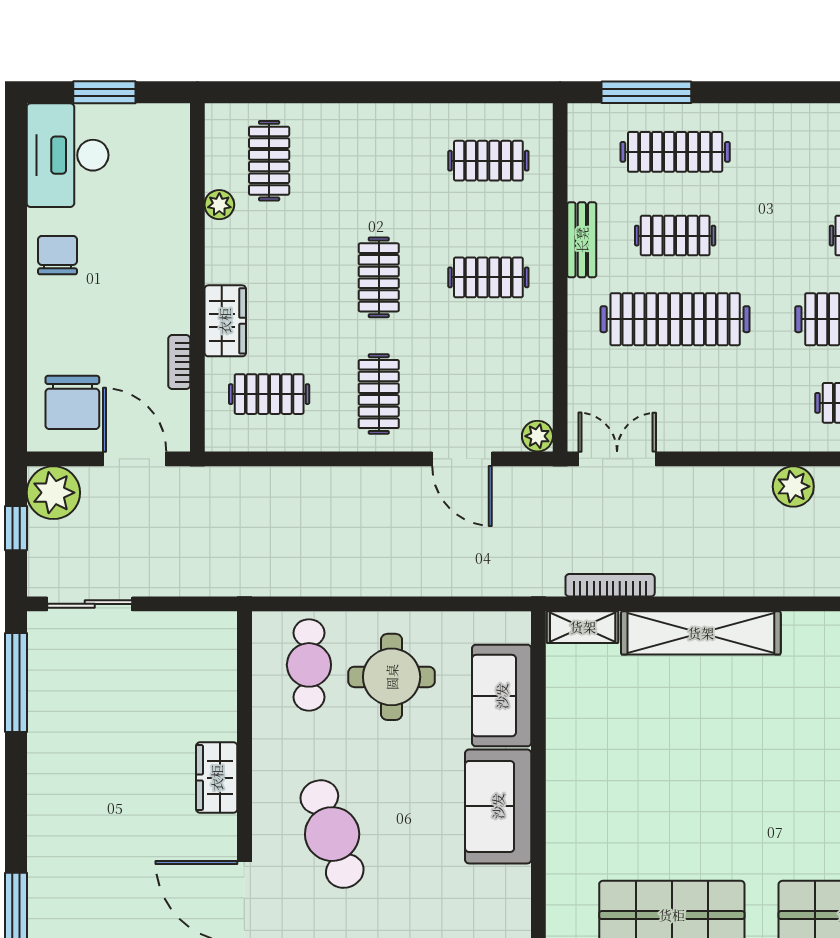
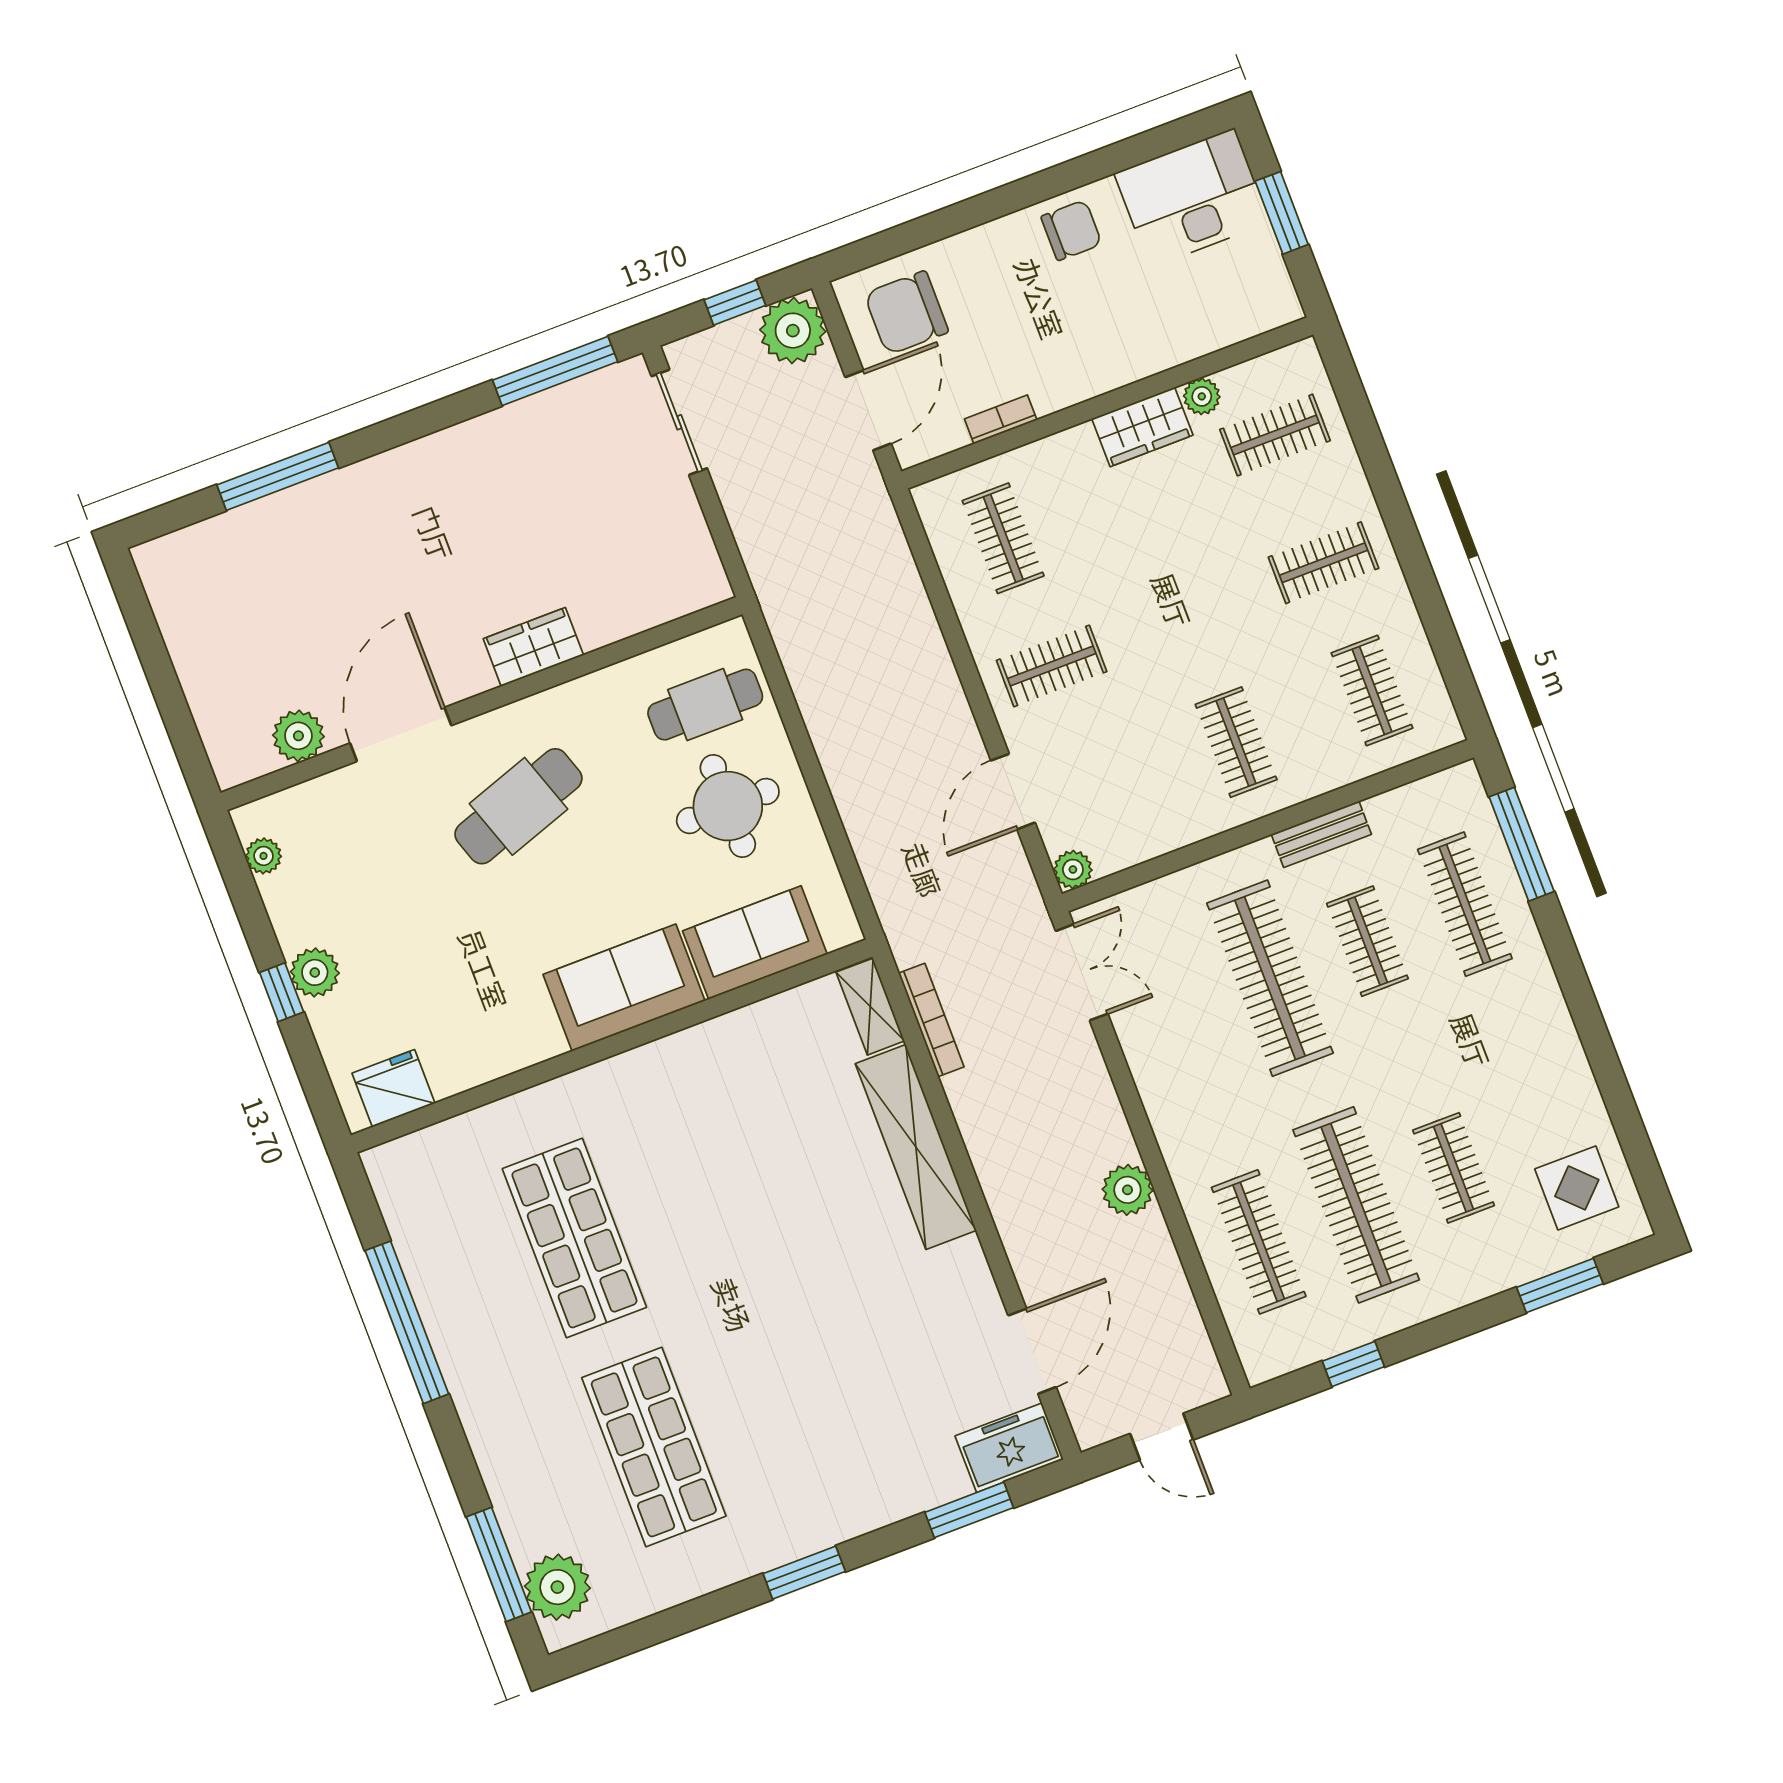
clothes rail: (379, 277) -> (1323, 563), moved
wardrobe: (225, 321) -> (1142, 427), moved

